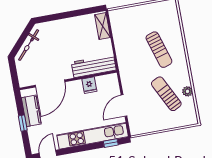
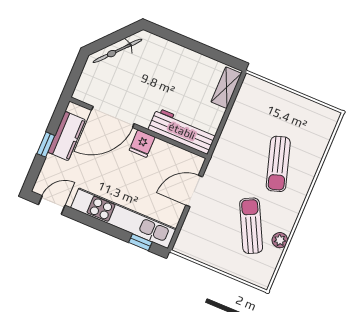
fridge: (89, 85) -> (142, 144), moved
door: (124, 106) -> (194, 191), moved

